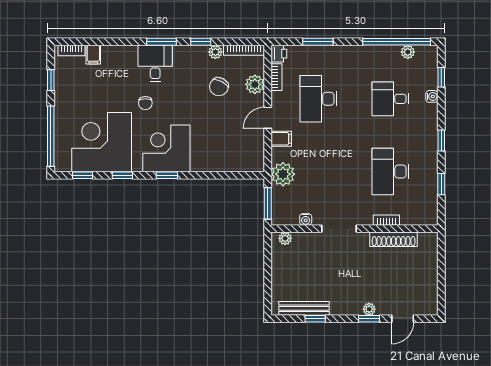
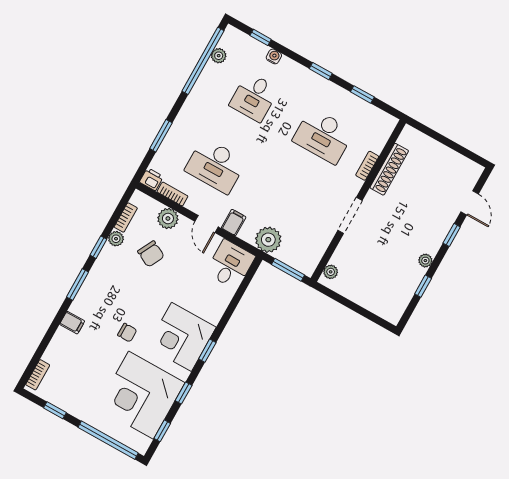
bookcase: (244, 50) -> (126, 218), width x0.64
filing cabinet: (93, 55) -> (72, 323), moved
desk: (155, 63) -> (230, 264), moved, turned 90
water cooler: (306, 219) -> (323, 242), removed
bench: (304, 308) -> (407, 291), removed
plant: (369, 309) -> (425, 261), moved

